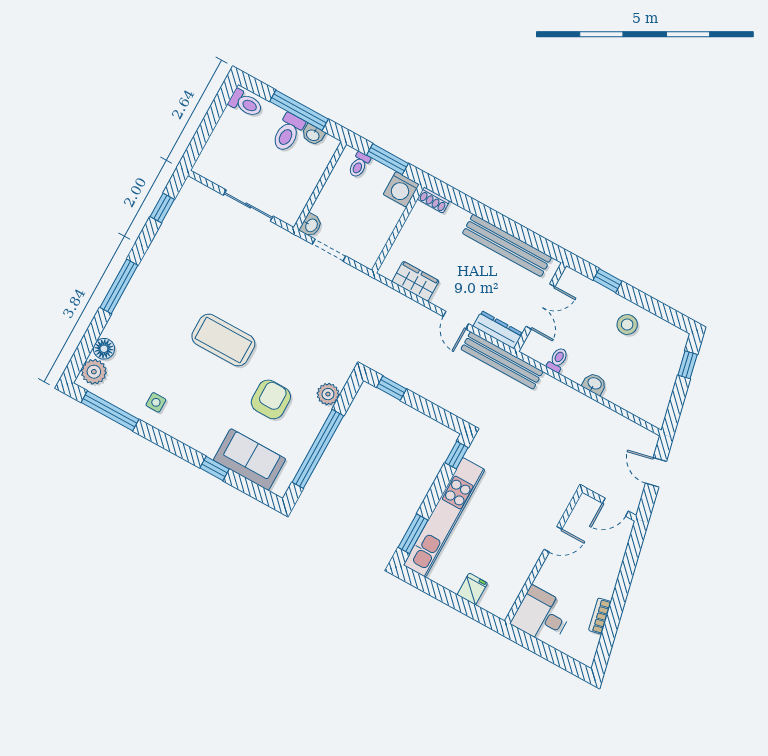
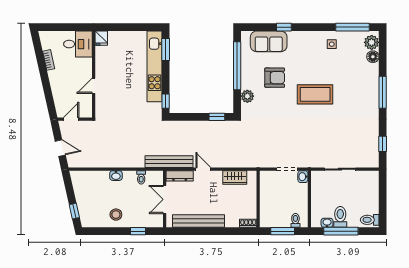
washing machine: (401, 189) -> (267, 220), removed
armchair: (271, 399) -> (275, 78), turned -90
fridge: (472, 589) -> (101, 38), moved

